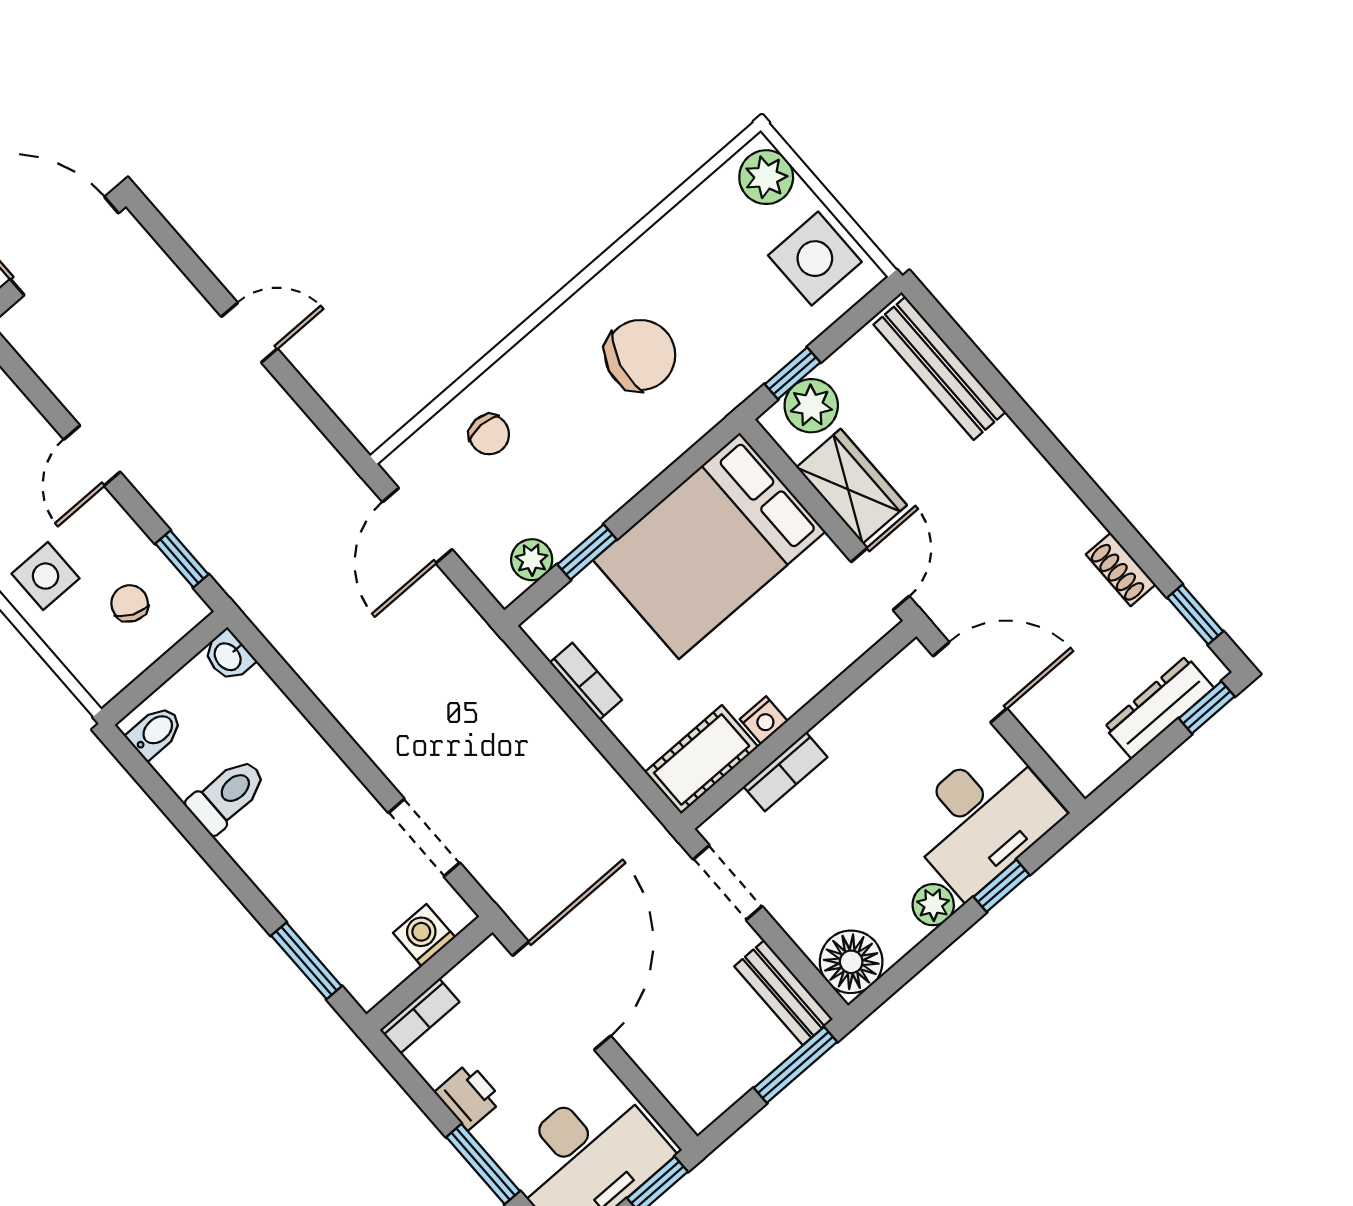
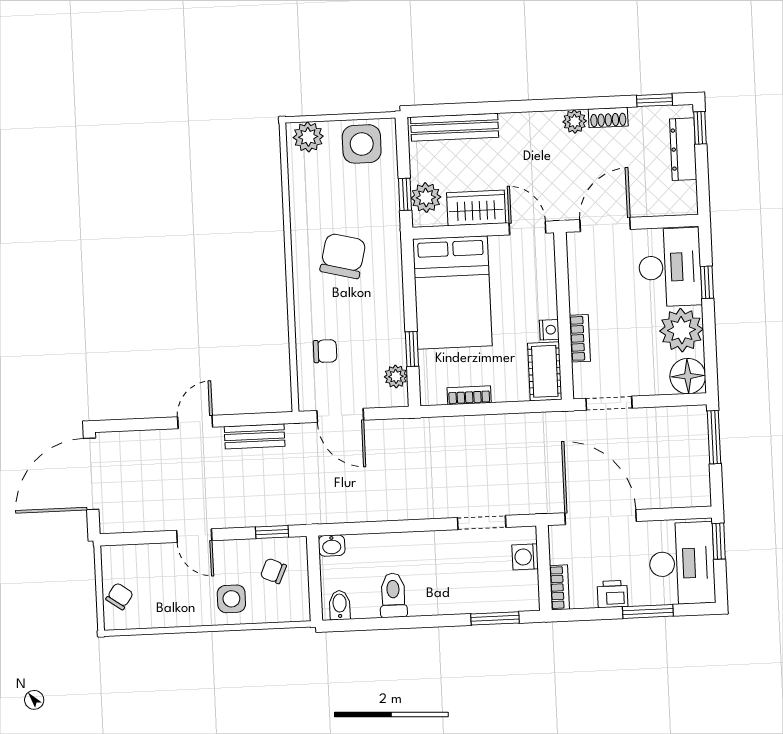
plant: (1079, 528) -> (575, 121), added
plant: (933, 905) -> (681, 330), width x1.88, depth x1.88
bench: (784, 993) -> (255, 436), moved

